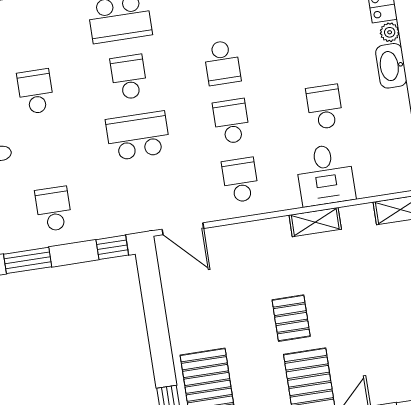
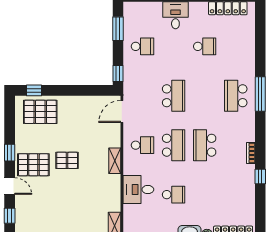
school desk: (222, 63) -> (205, 145), width x1.85
school desk: (129, 77) -> (205, 96), removed
school desk: (231, 121) -> (174, 145), width x1.85
shelving: (315, 222) -> (115, 161), moved

